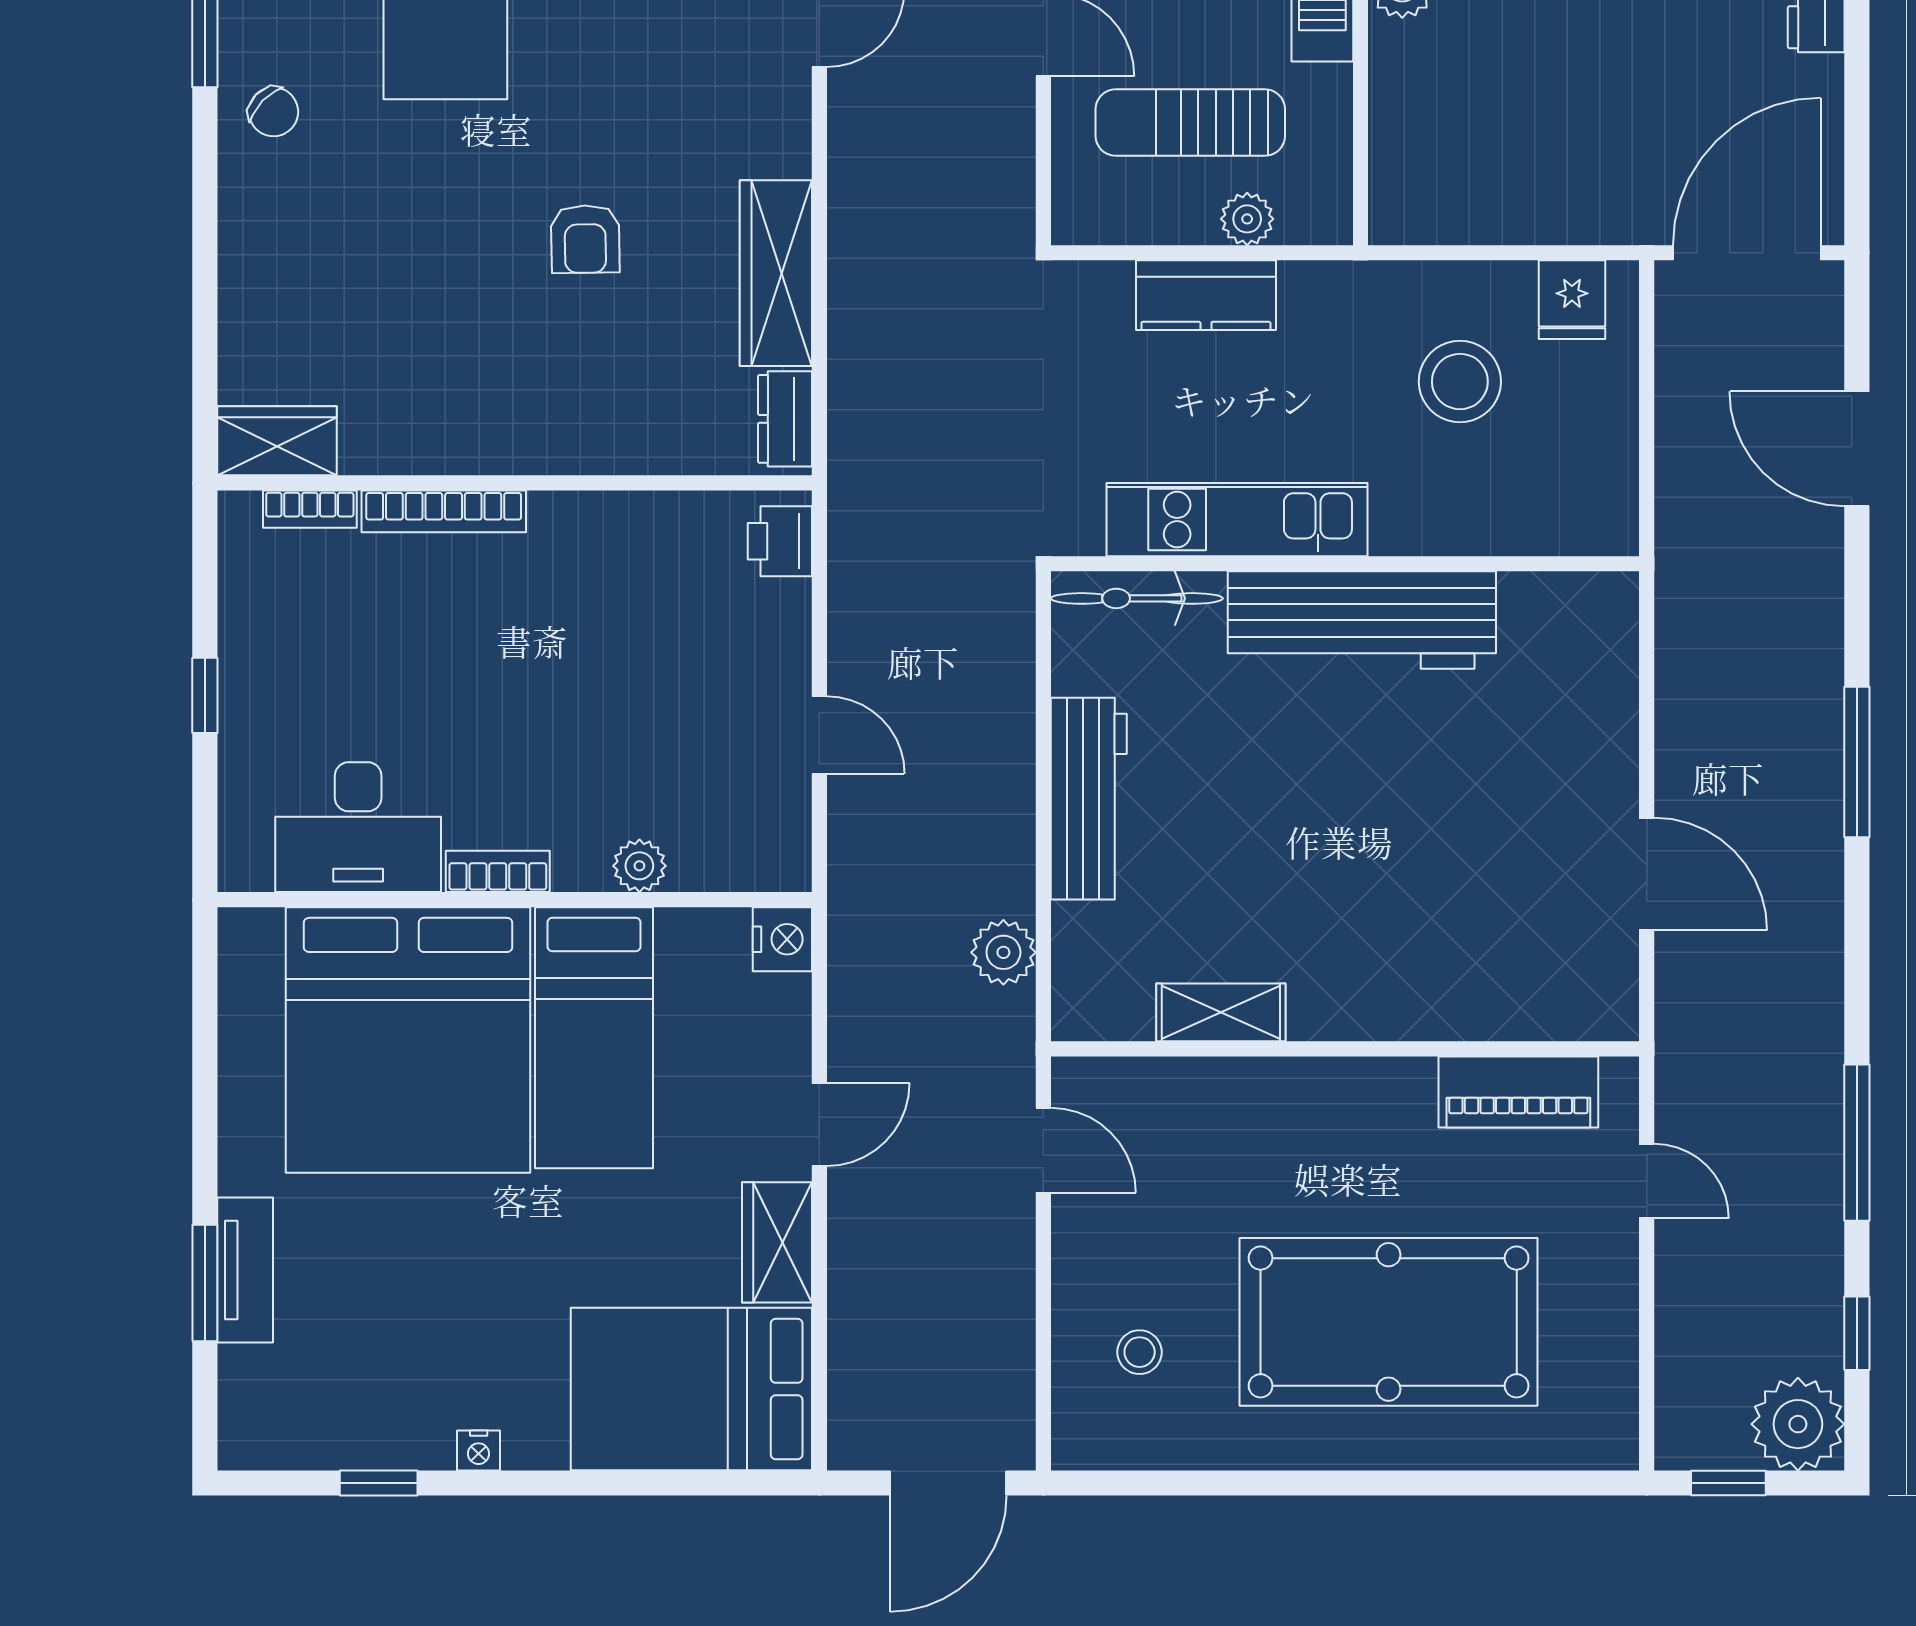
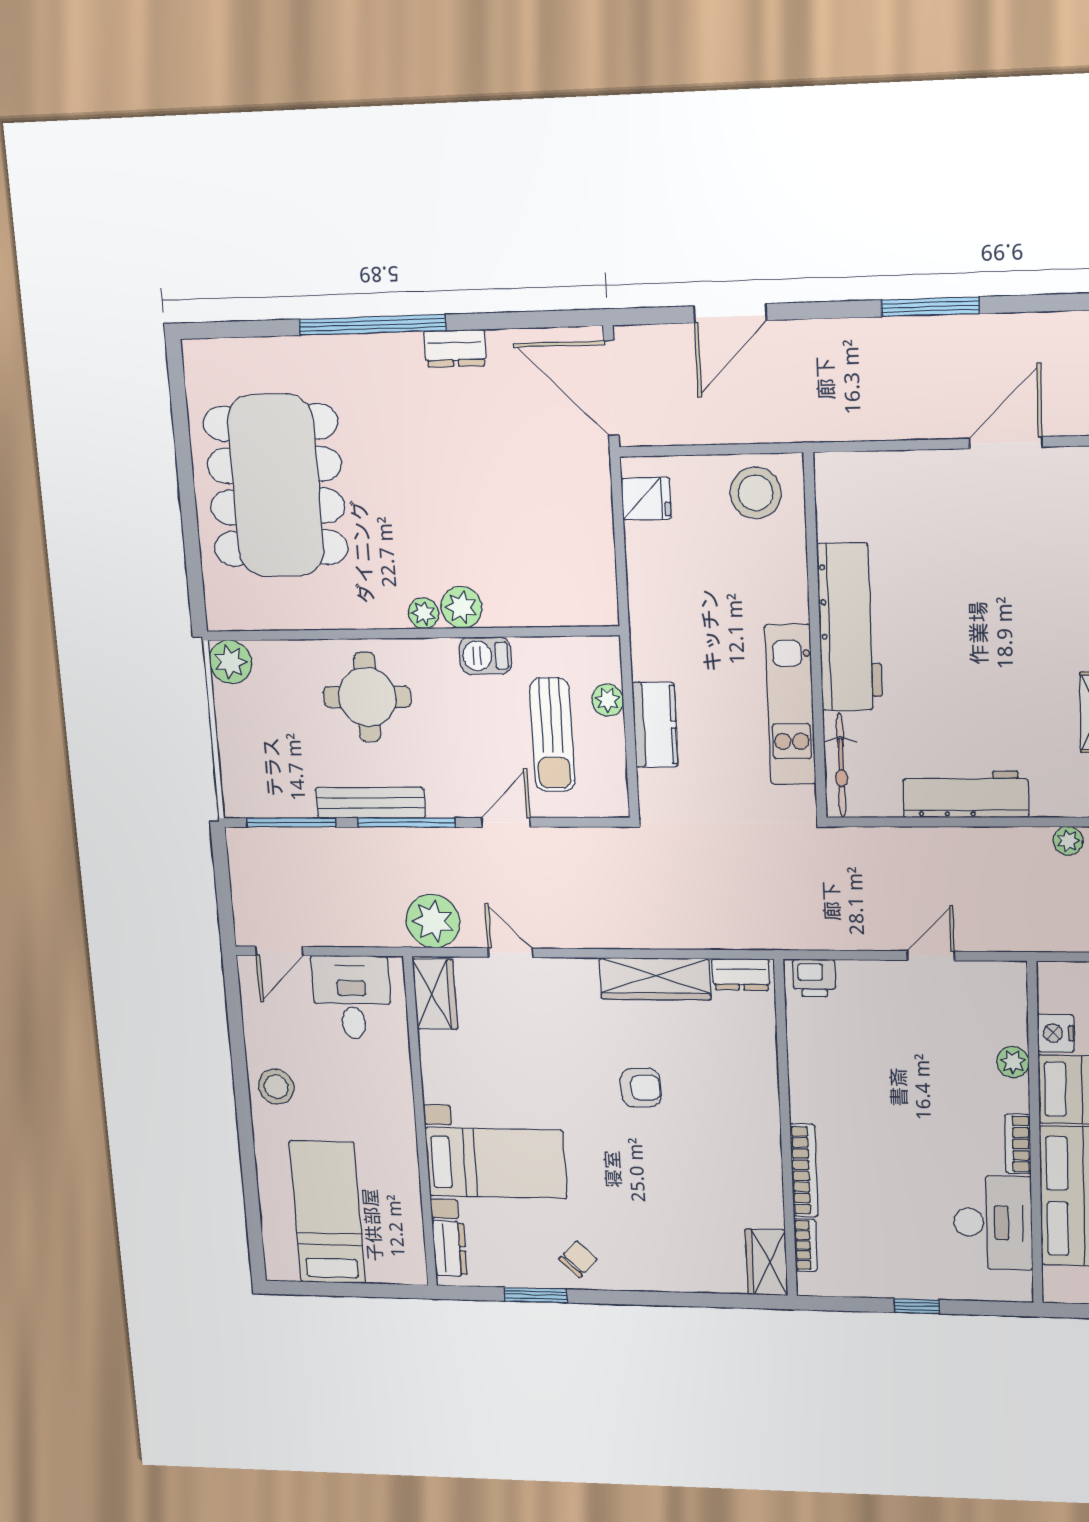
stool: (1460, 382) -> (756, 493), moved
nightstand: (782, 939) -> (1056, 1033), moved, turned -90
plant: (1003, 952) -> (1068, 841), width x0.73, depth x0.73

